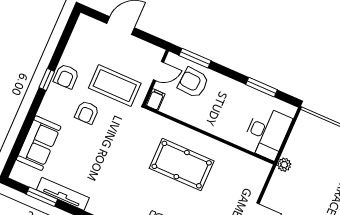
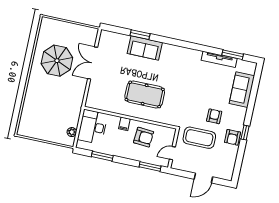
armchair: (66, 76) -> (232, 137), turned 180
armchair: (193, 83) -> (144, 137), moved
filing cabinet: (155, 100) -> (124, 124), moved
plant: (284, 165) -> (72, 132), moved

